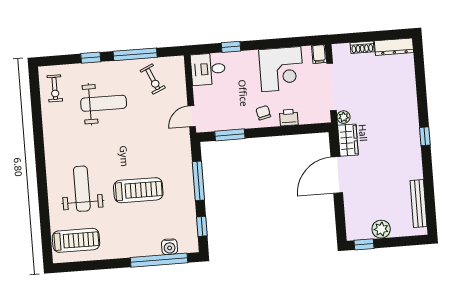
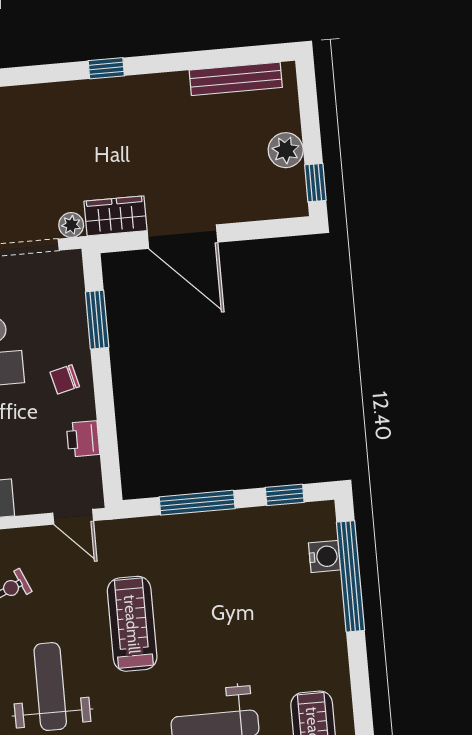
printer: (289, 118) -> (83, 439), moved
window: (230, 135) -> (97, 320), moved
treadmill: (138, 190) -> (132, 624), moved

